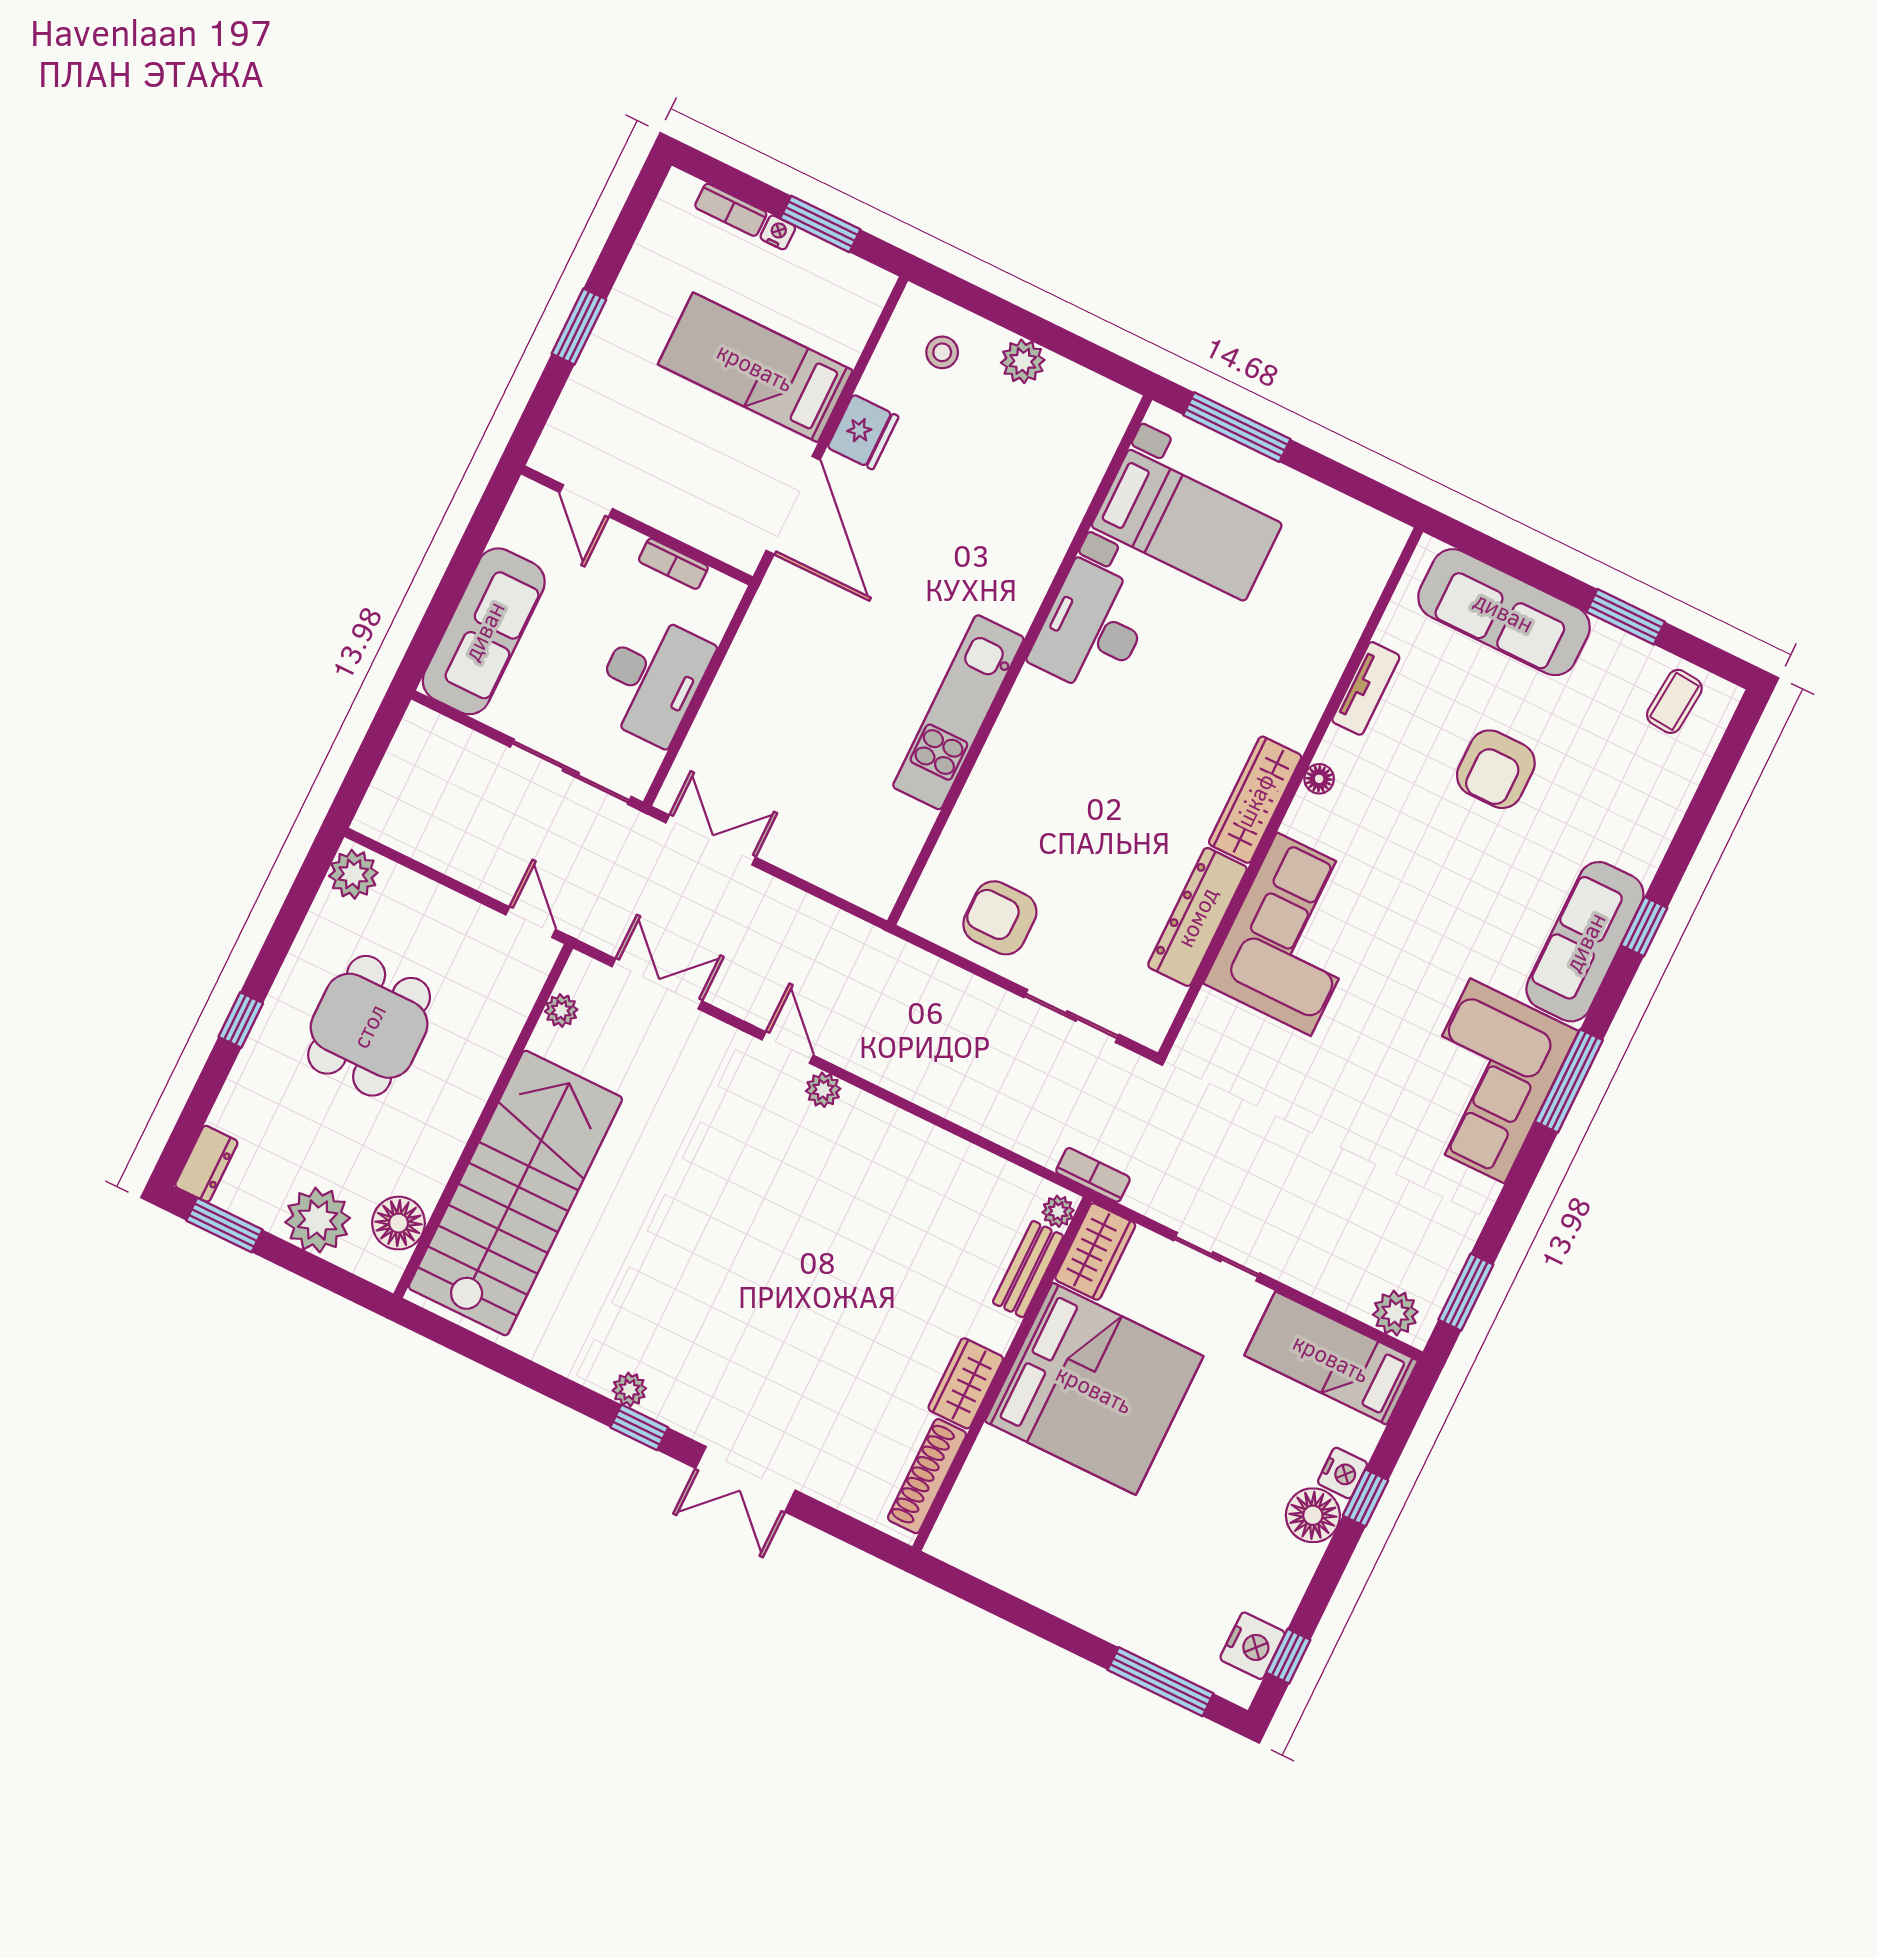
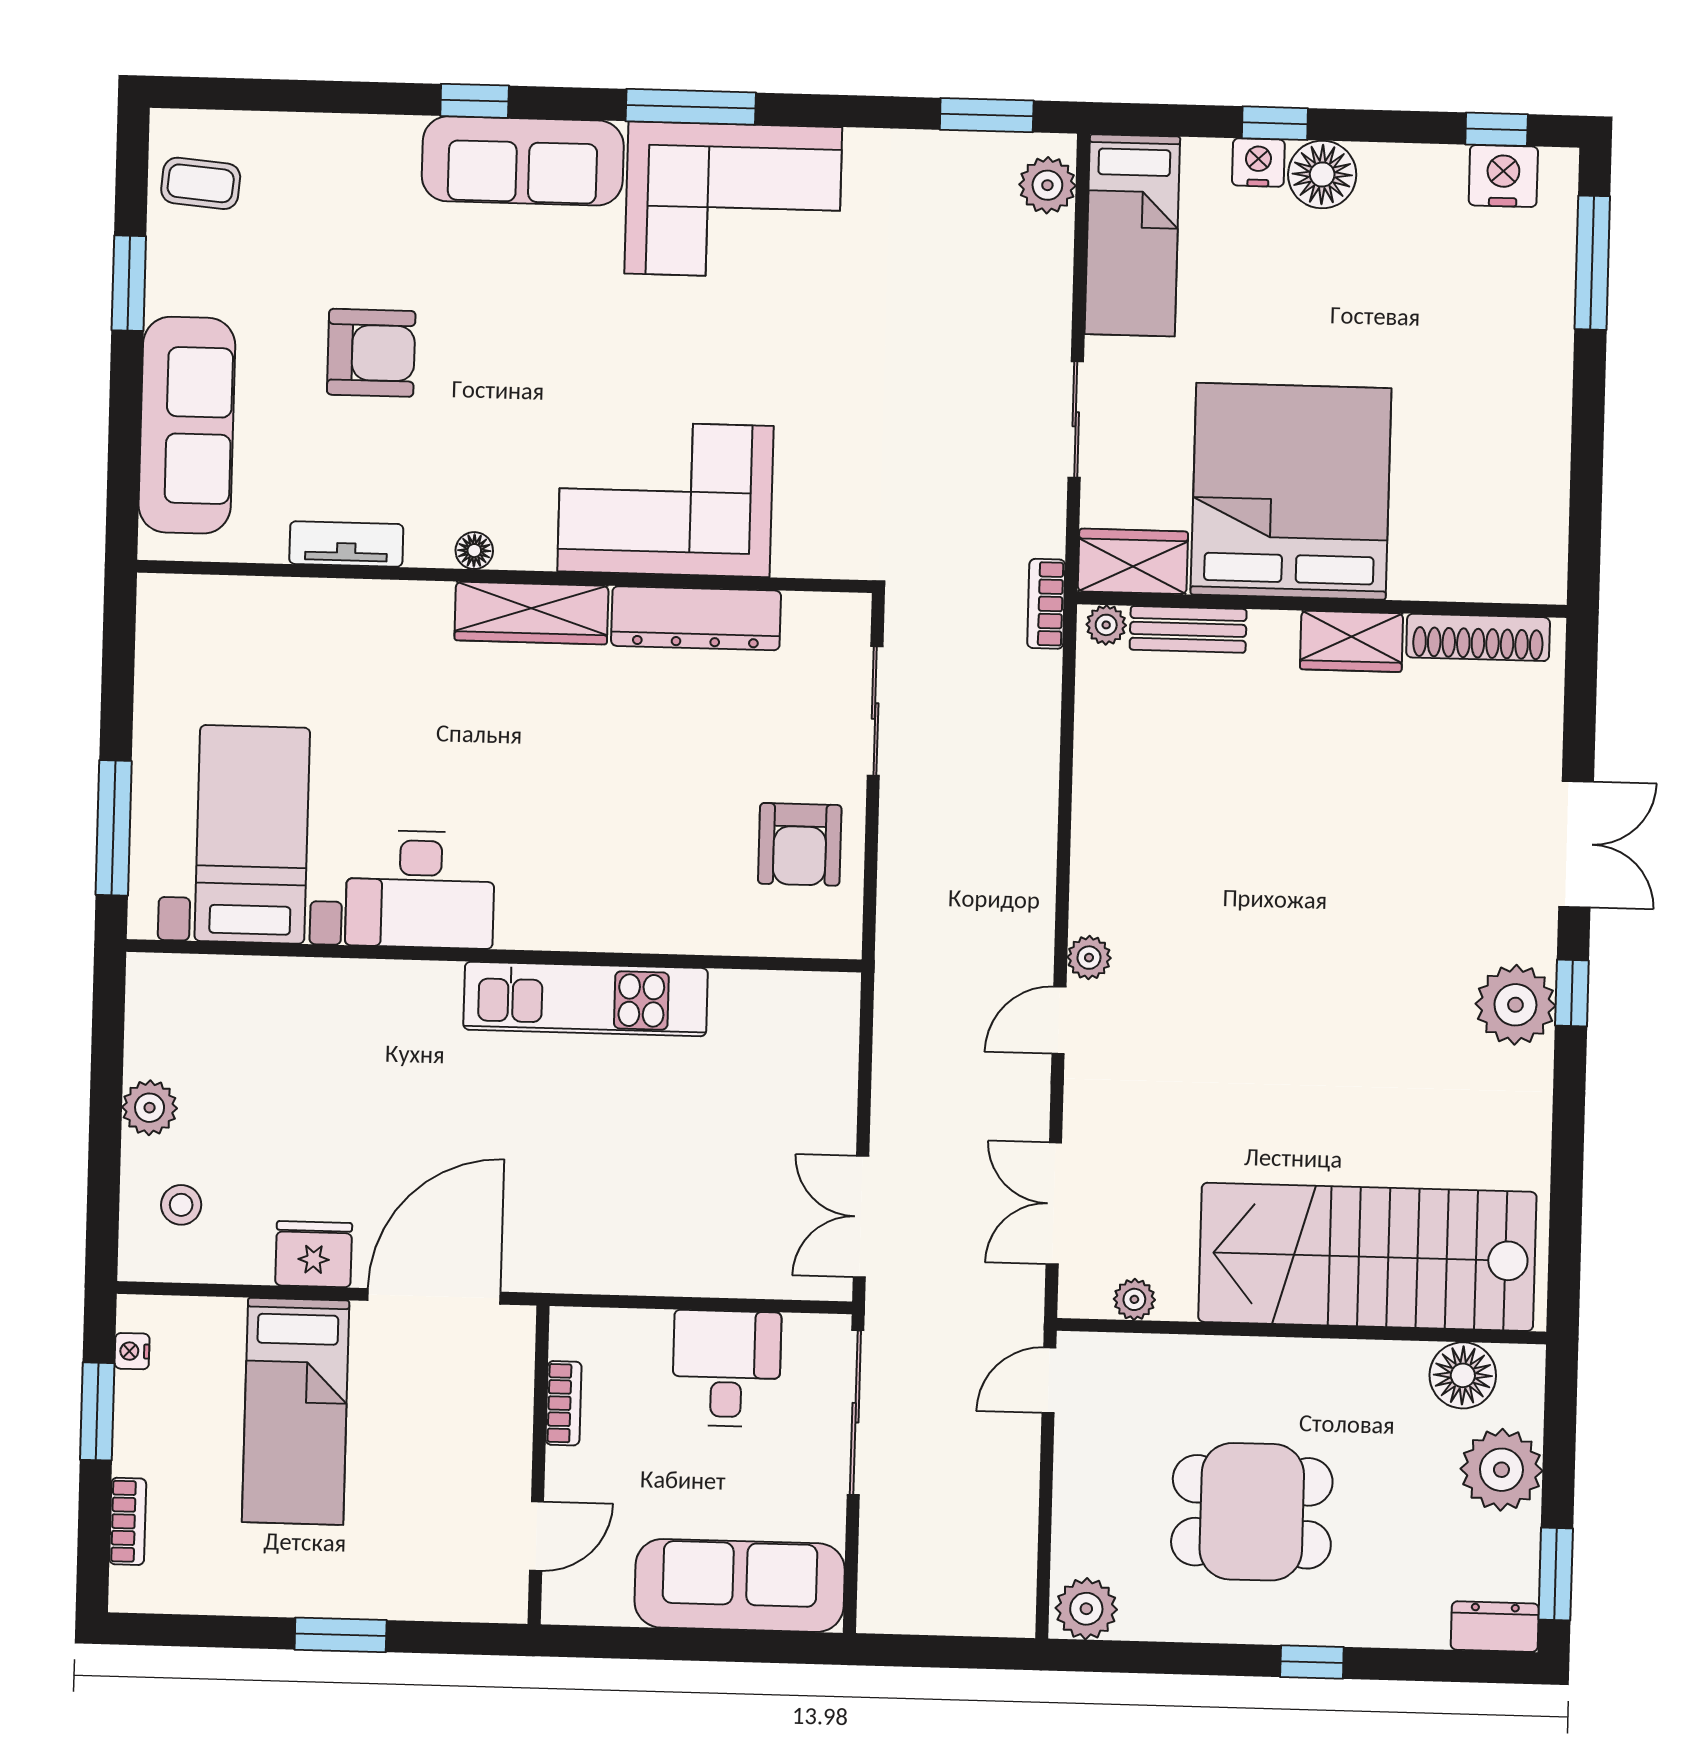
nightstand: (778, 232) -> (132, 1351), moved
desk: (652, 679) -> (727, 1368), width x0.73
plant: (629, 1390) -> (1515, 1005), width x1.88, depth x1.88

